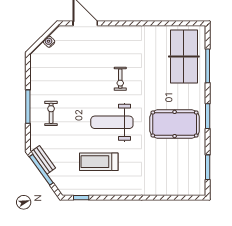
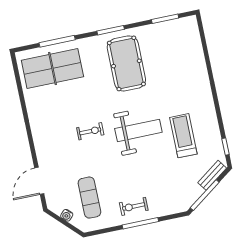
exercise mat: (61, 65) -> (89, 198), added
exercise bike: (51, 113) -> (134, 206), moved
weight bench: (112, 122) -> (138, 130), turned -90
bench: (43, 160) -> (212, 175), moved
treadmill: (99, 162) -> (183, 136), turned 180

